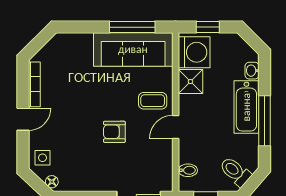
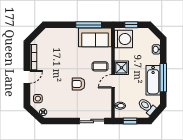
sofa: (133, 49) -> (95, 37), width x0.73
shower: (190, 82) -> (121, 68), moved
bathtub: (246, 107) -> (153, 80), moved

